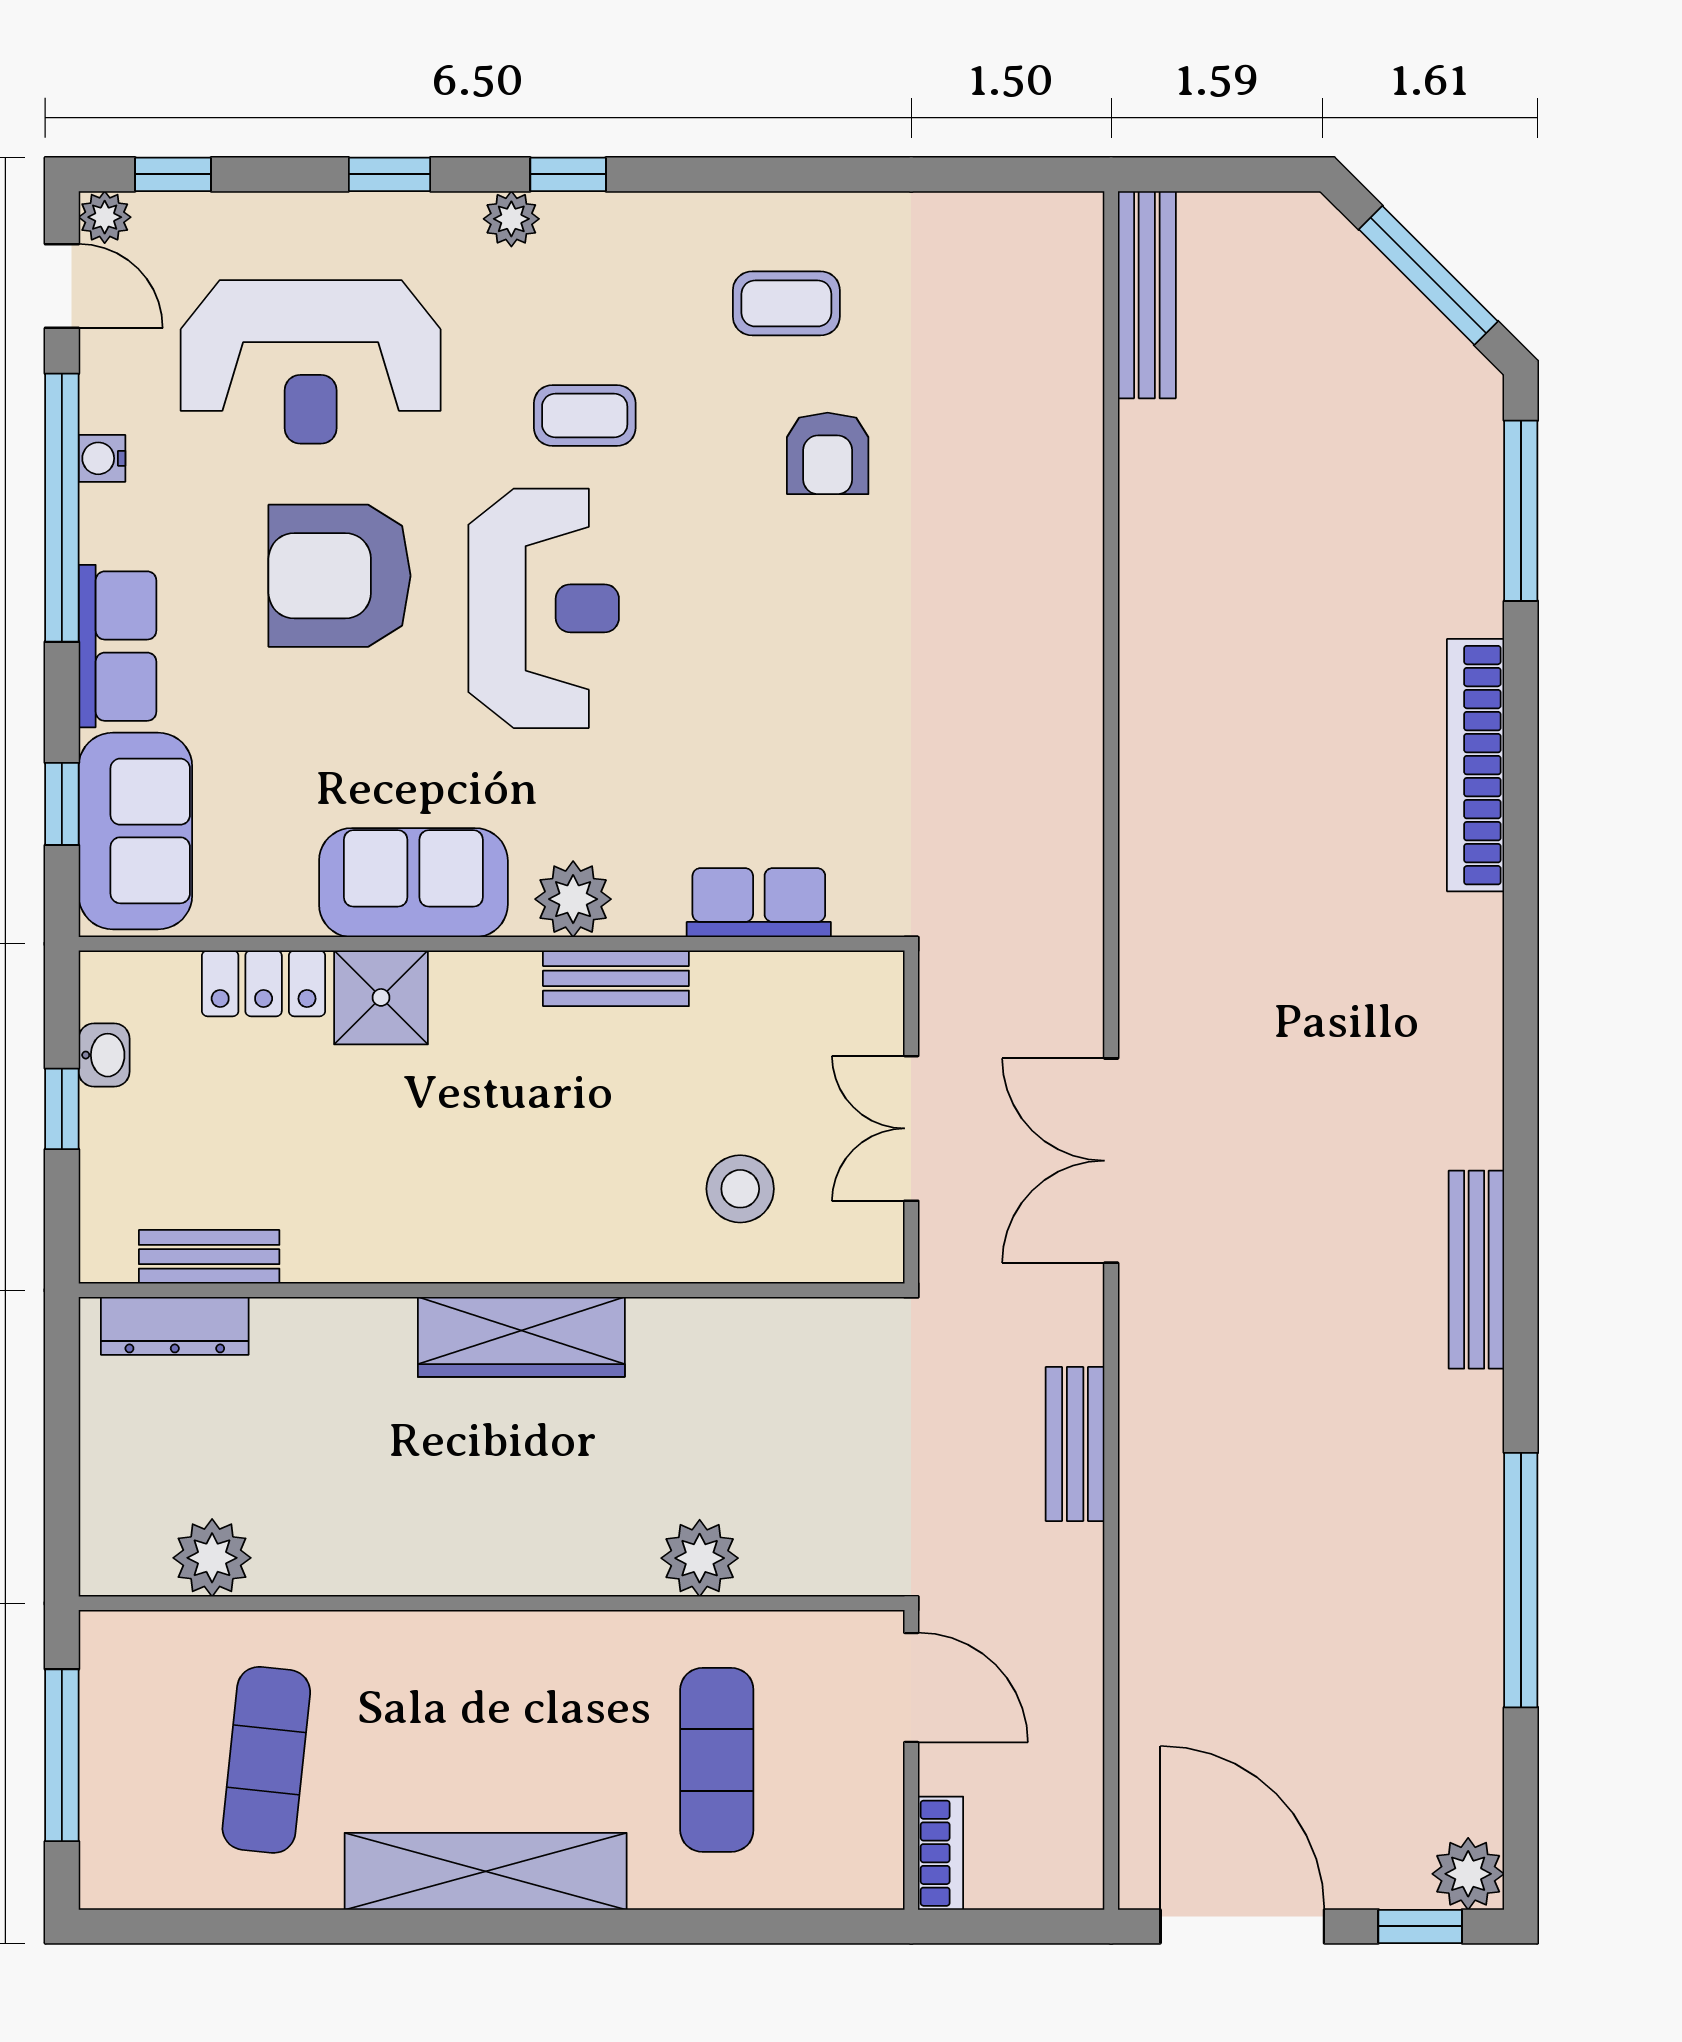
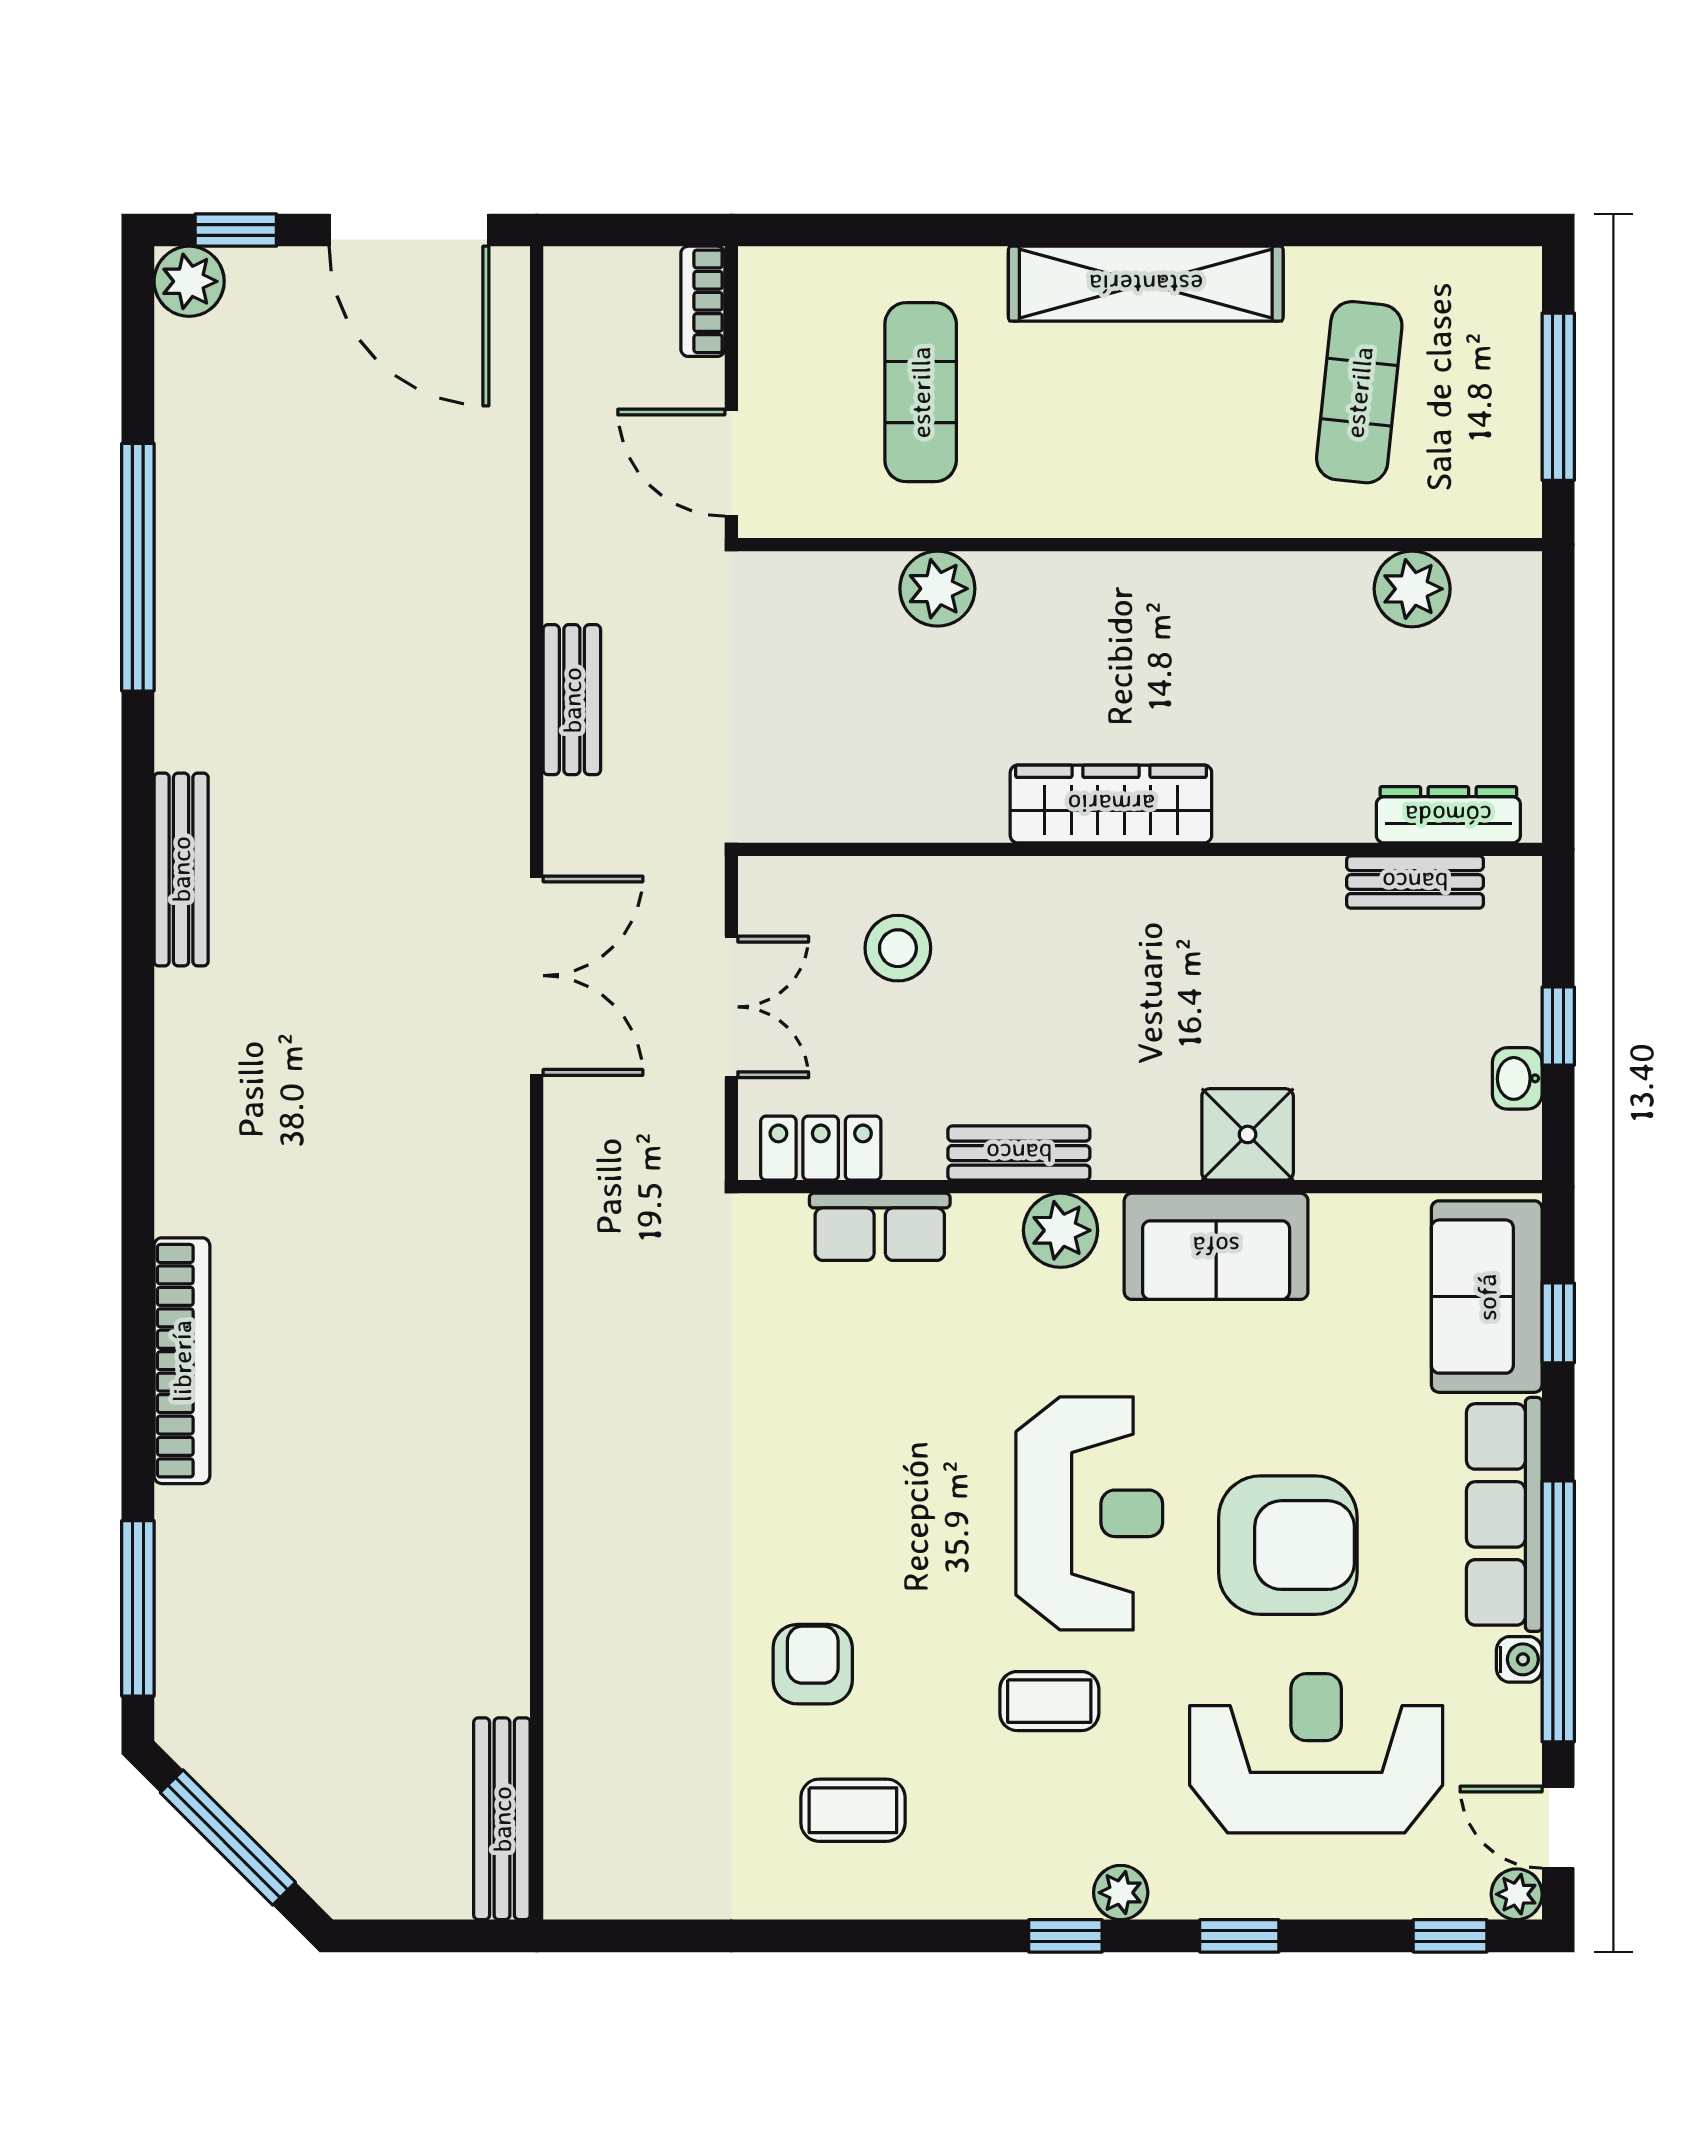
reception desk: (544, 608) -> (1089, 1513), turned 180
row of seats: (117, 646) -> (1504, 1514), width x1.48
locker: (264, 983) -> (821, 1148), moved

